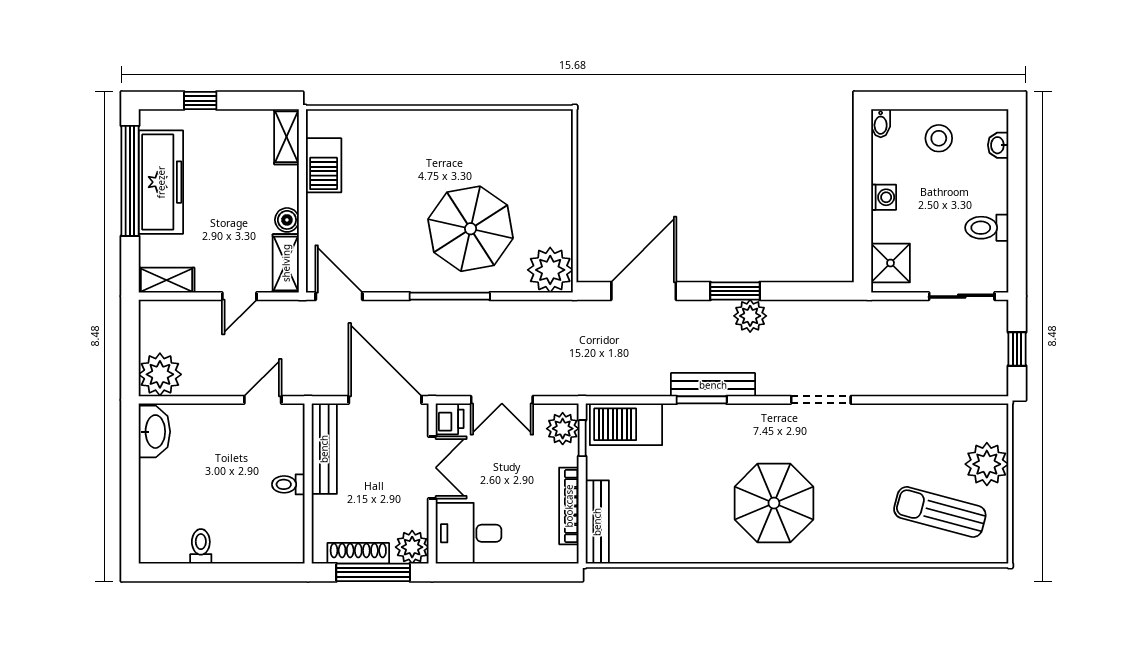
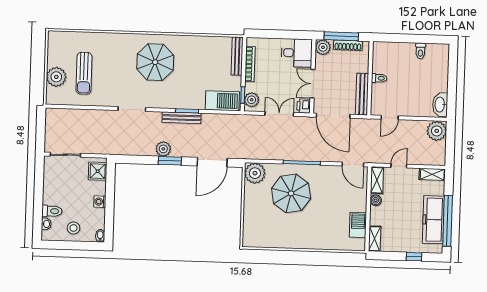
toilet: (987, 228) -> (52, 211), moved
window: (1017, 349) -> (41, 130), removed
sun lounger: (940, 512) -> (84, 73), moved, turned 75

